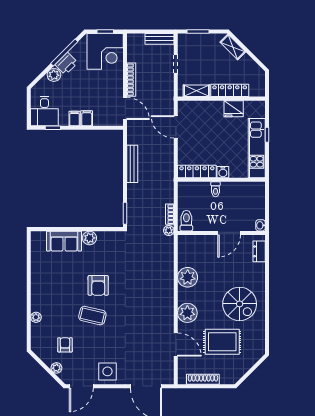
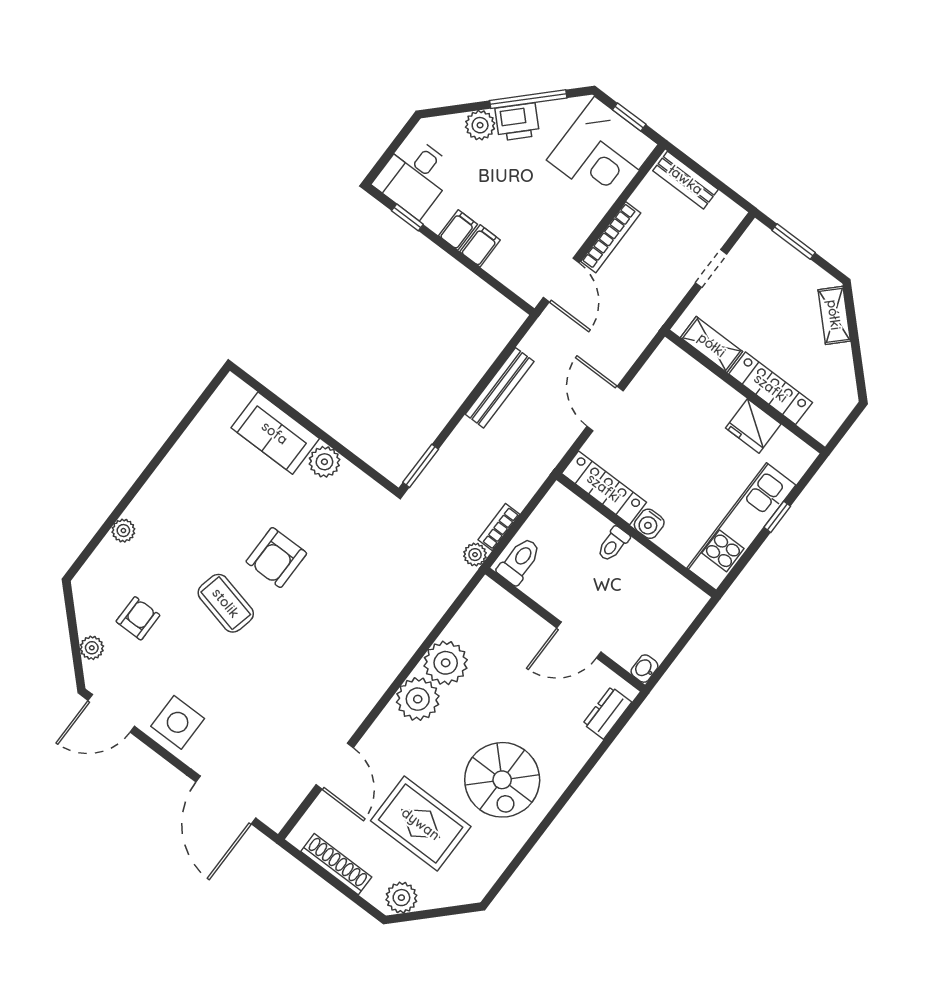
bench: (160, 39) -> (686, 180), moved
door: (176, 127) -> (605, 408), moved
plant: (187, 313) -> (418, 699), moved
plant: (235, 374) -> (401, 898), added

